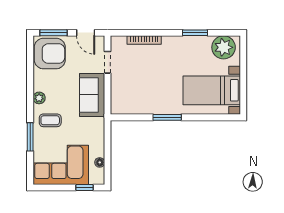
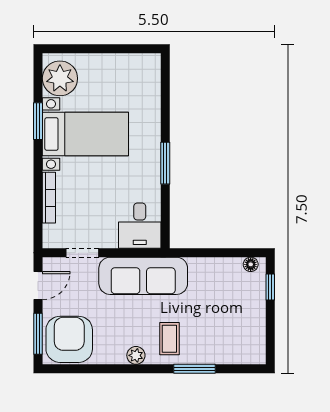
bed with nightstands: (212, 90) -> (85, 134), moved, turned -90
sofa: (92, 95) -> (143, 276), width x1.36
desk: (126, 100) -> (140, 226), added
floor lamp: (100, 162) -> (251, 264), moved
corner sofa: (61, 165) -> (236, 323), removed

